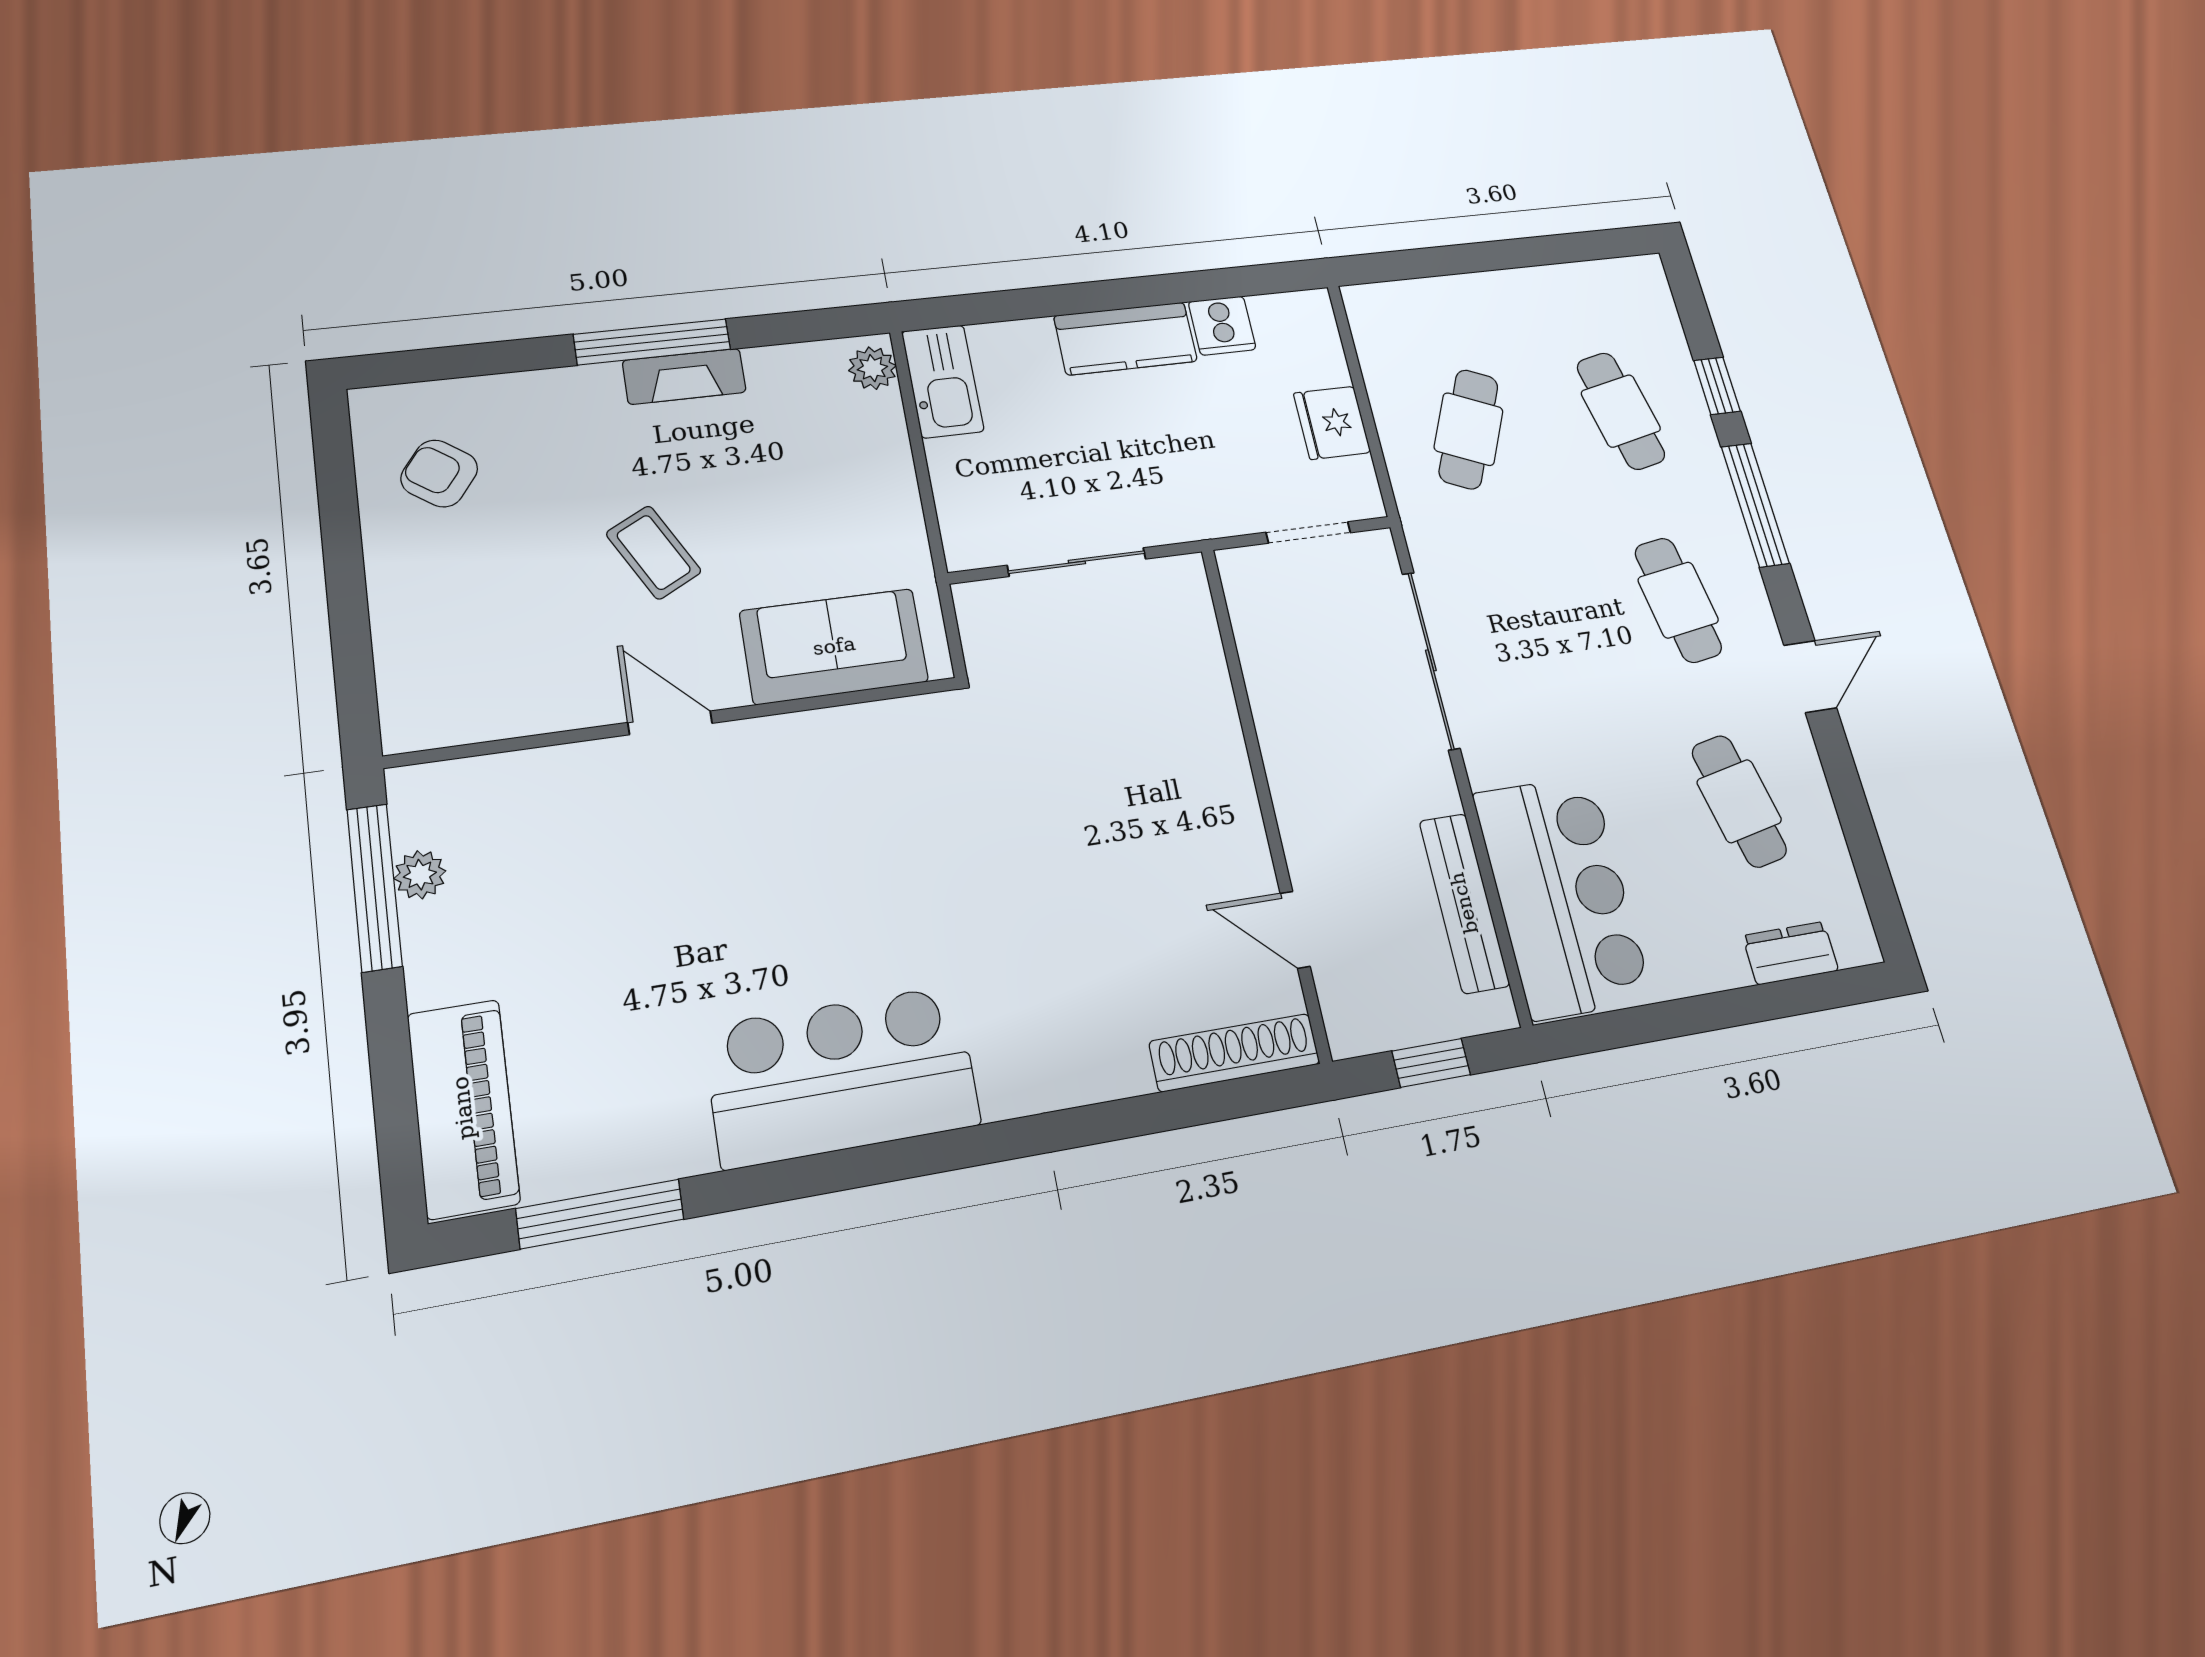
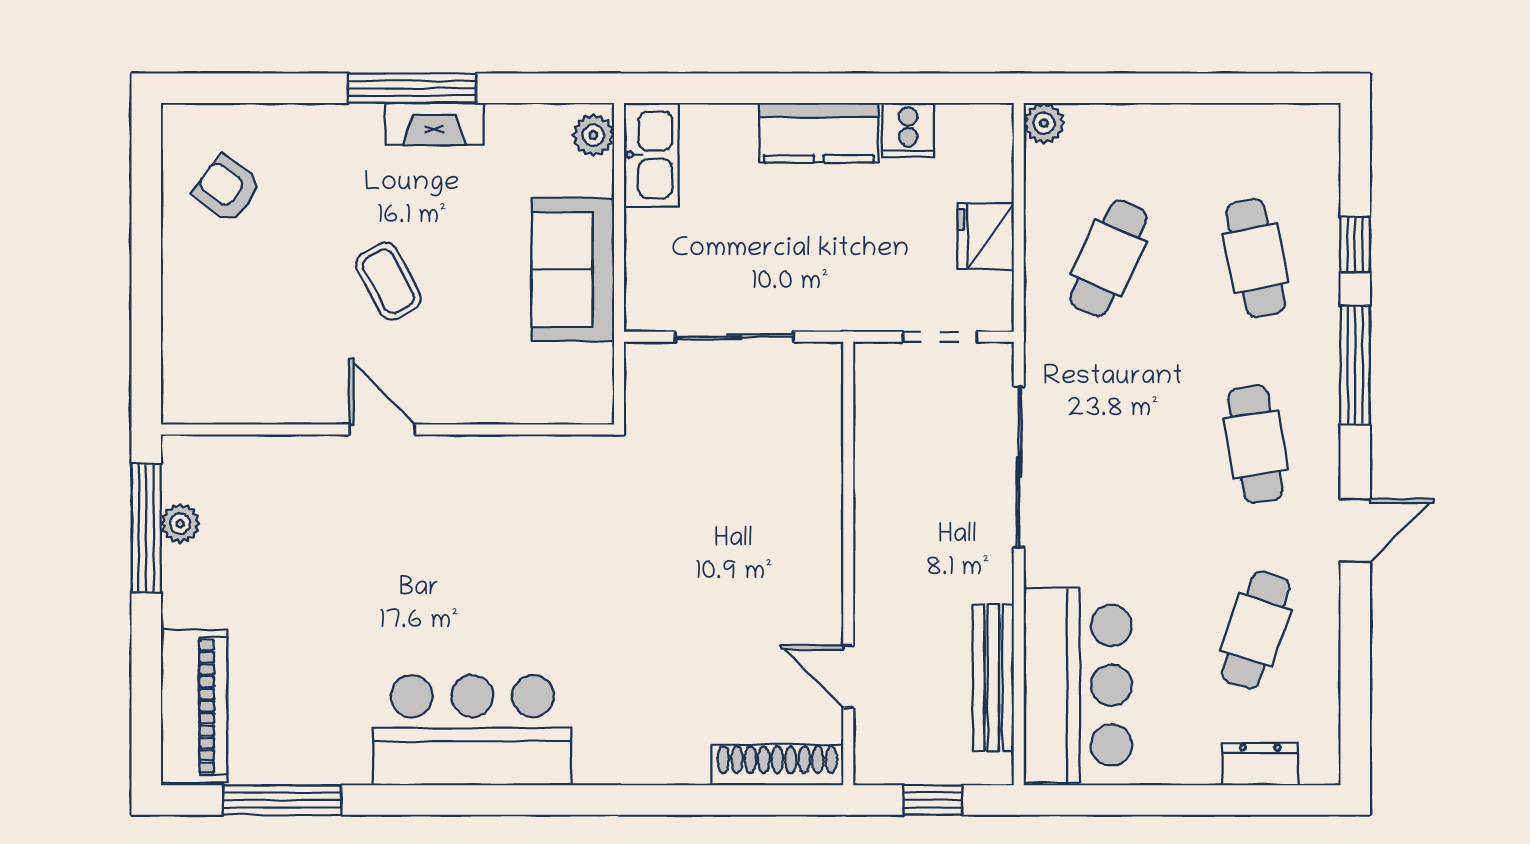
plant: (1365, 304) -> (1044, 123), added
sofa: (834, 646) -> (573, 269), moved, turned -90
cafe table: (1739, 801) -> (1256, 630), turned 30

